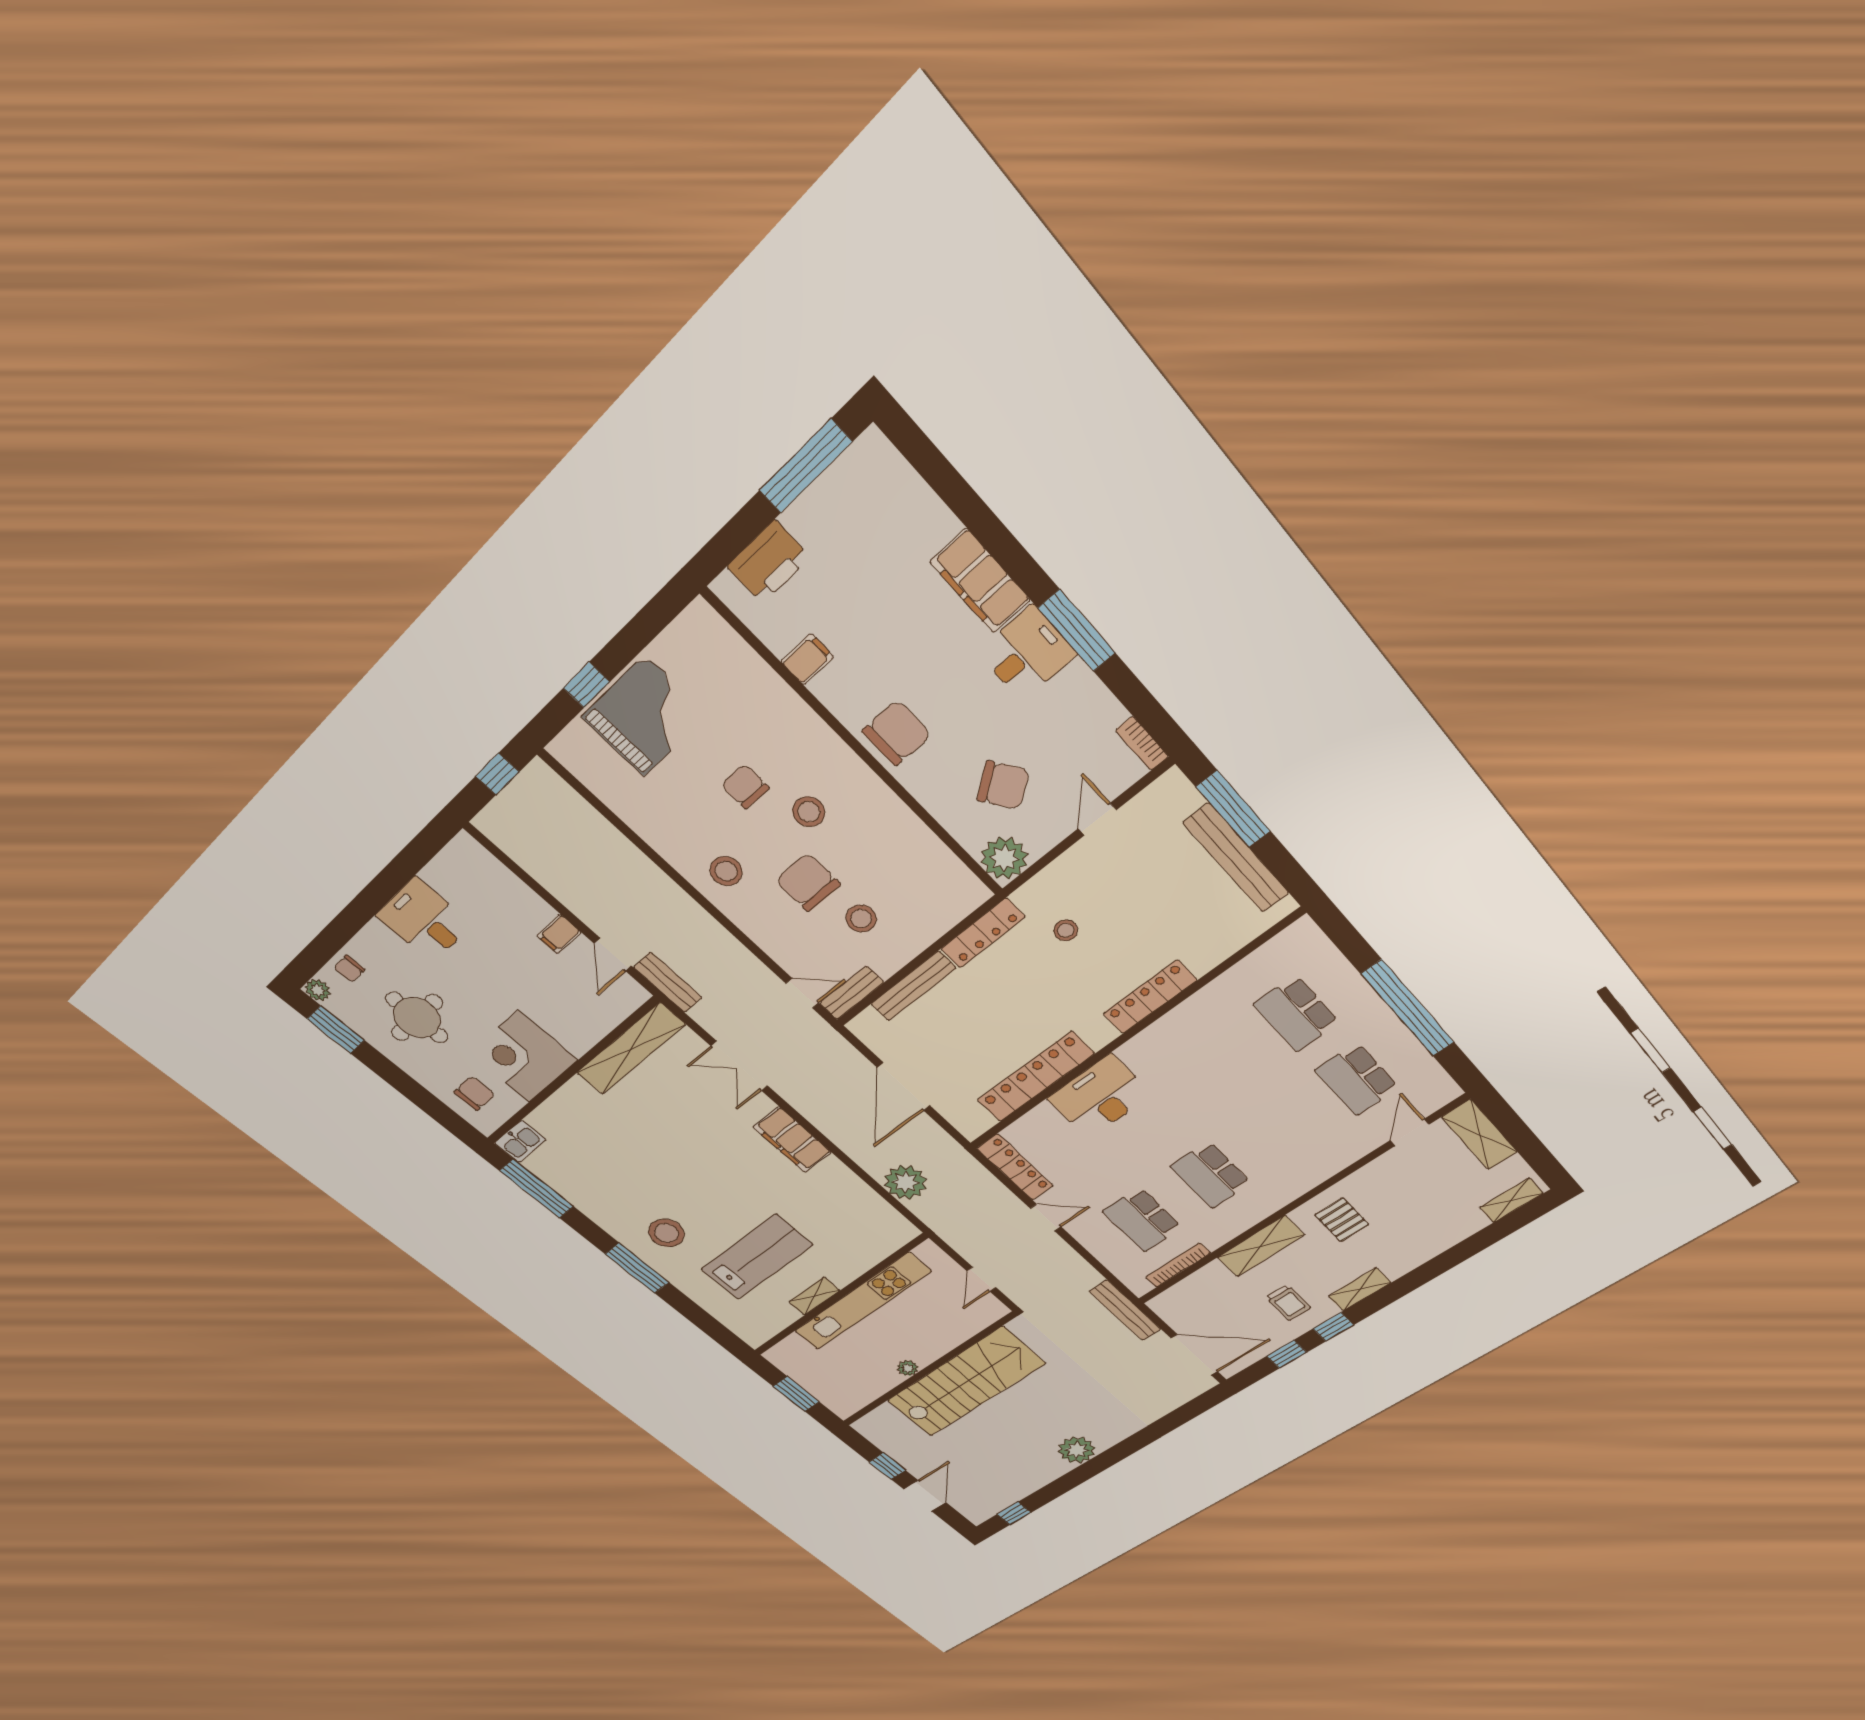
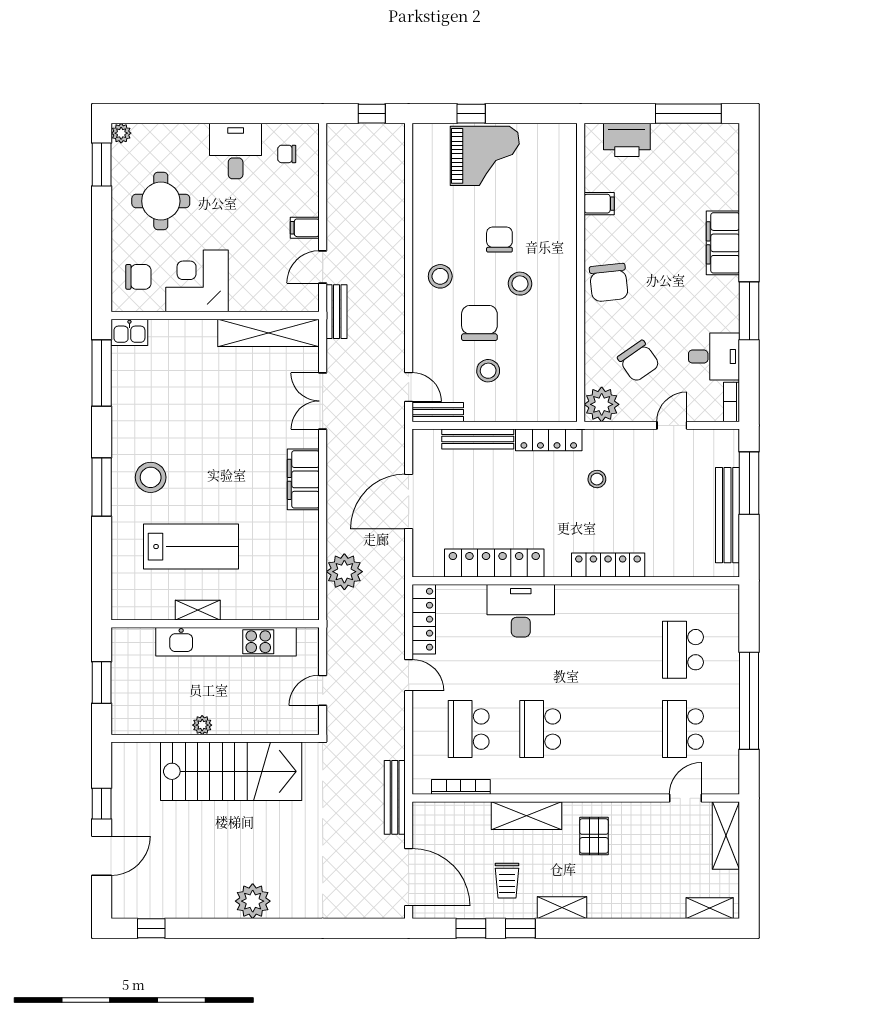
desk: (1027, 653) -> (714, 357), moved
chair: (897, 733) -> (609, 283), turned 84
chair: (349, 969) -> (287, 154), moved

